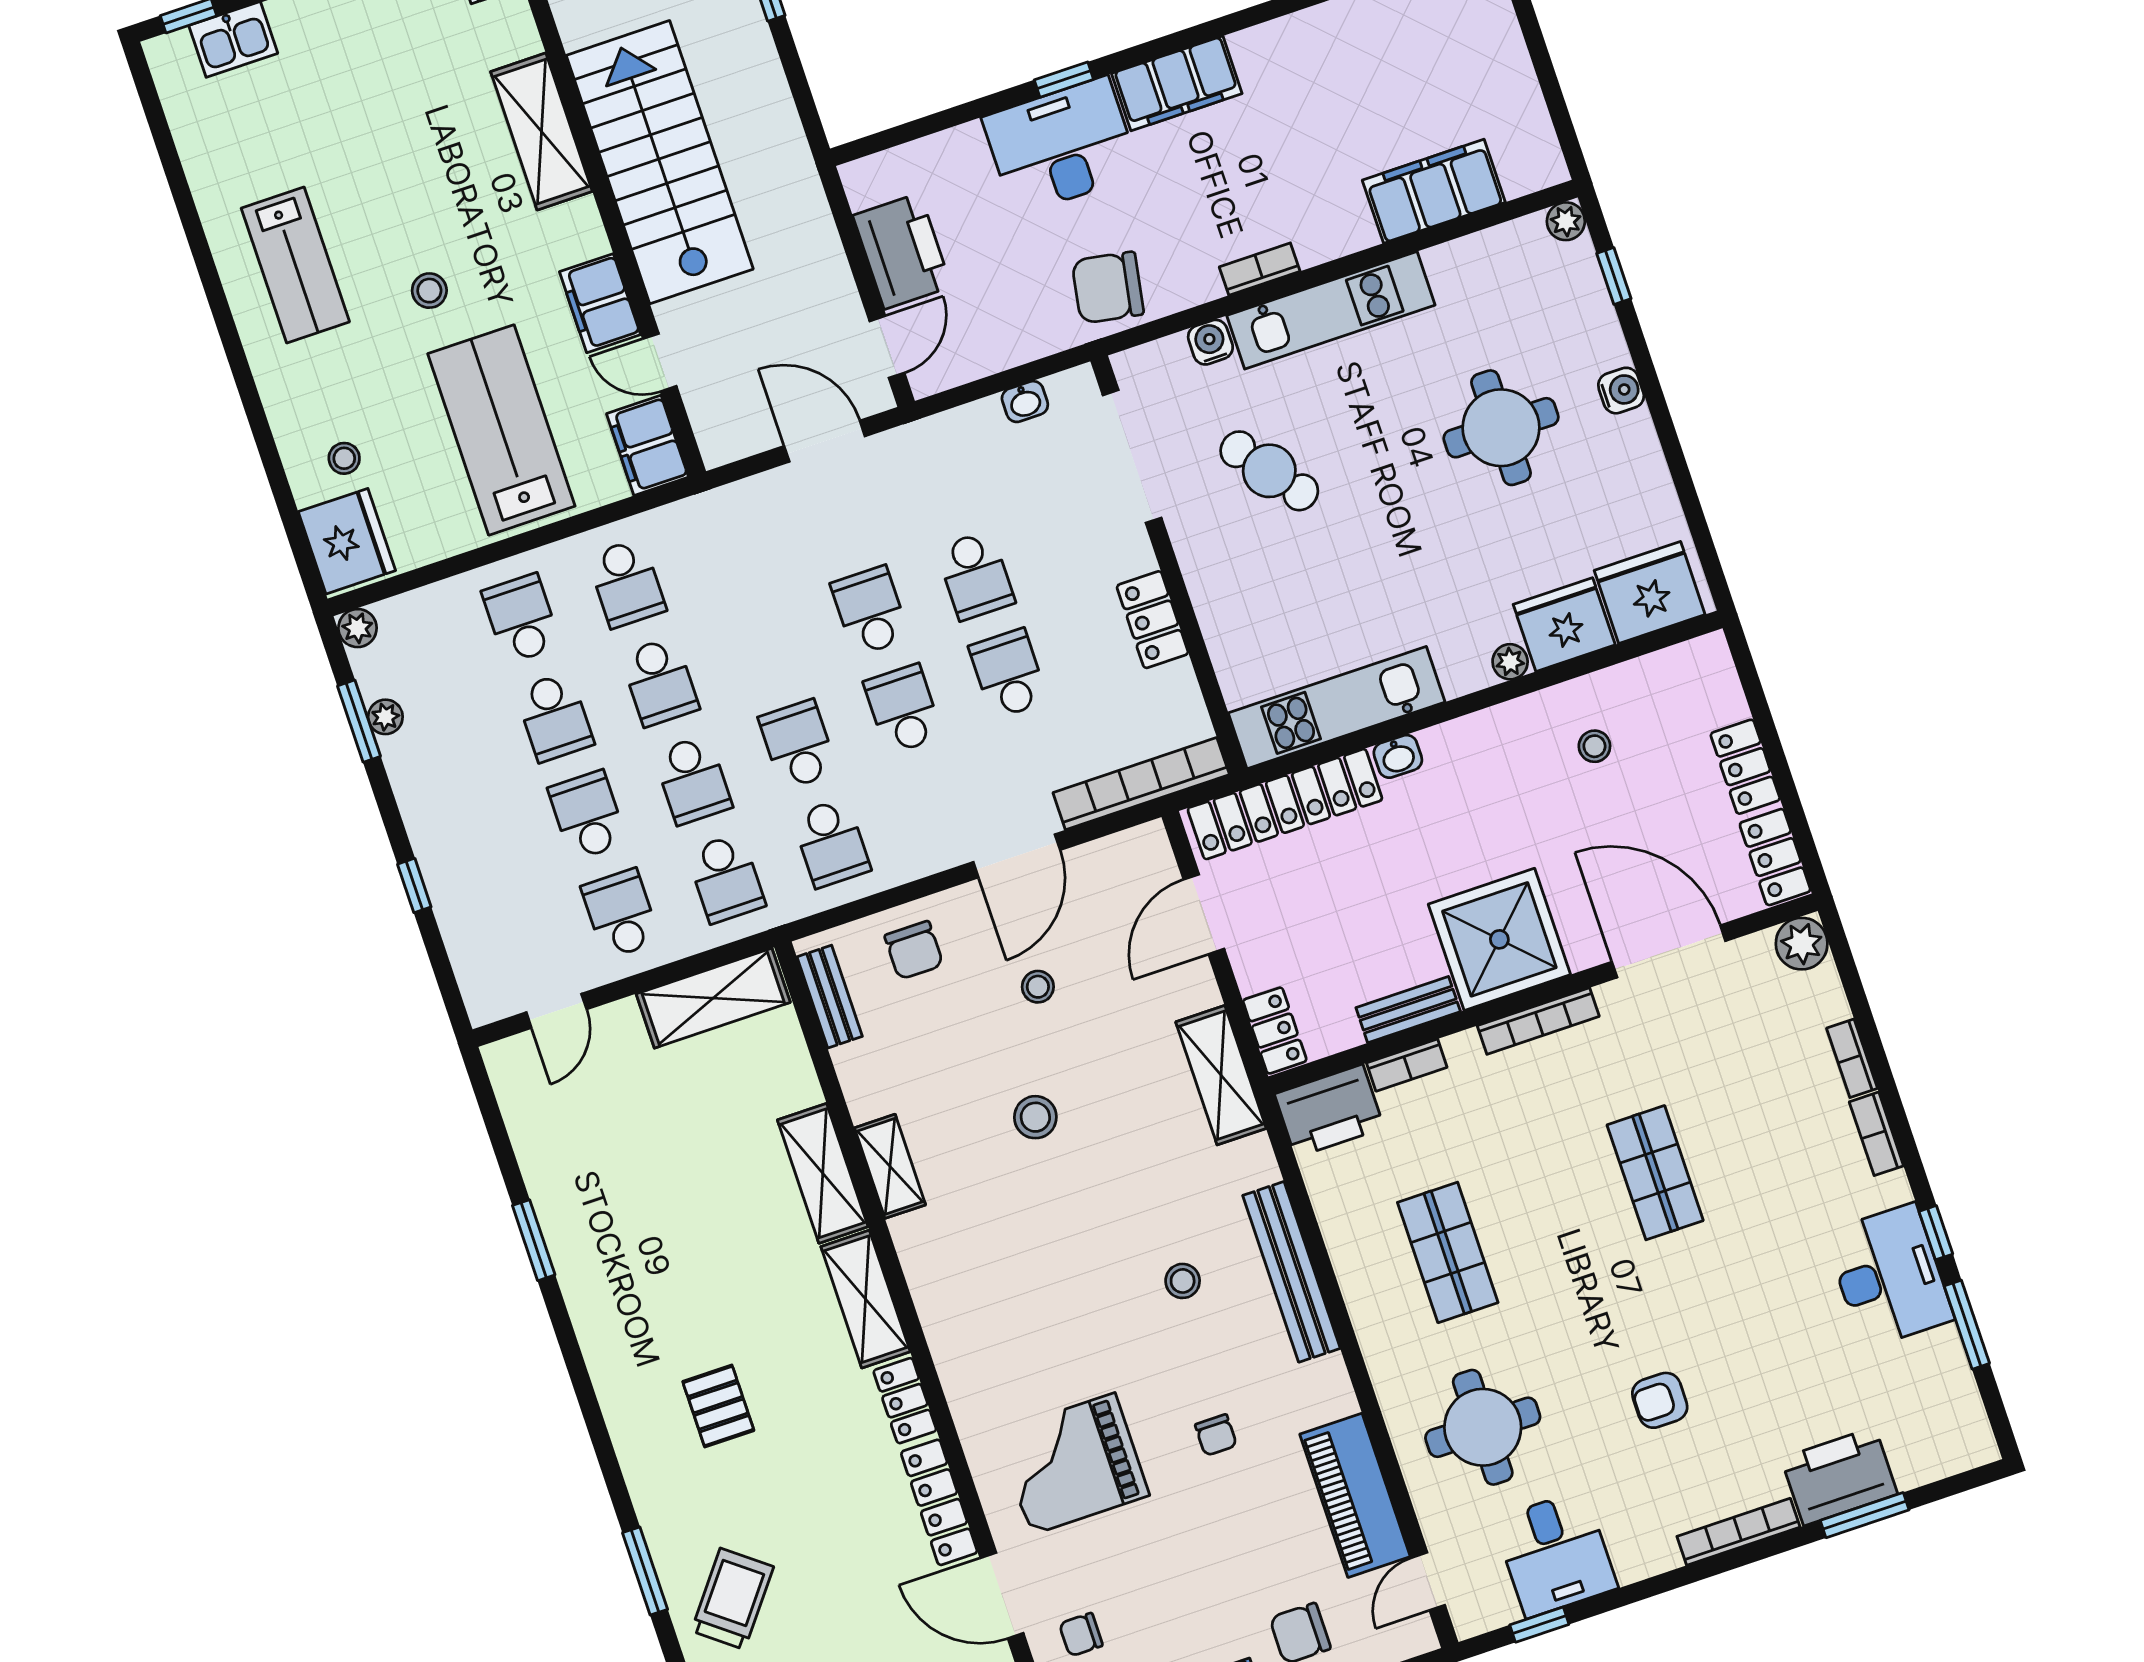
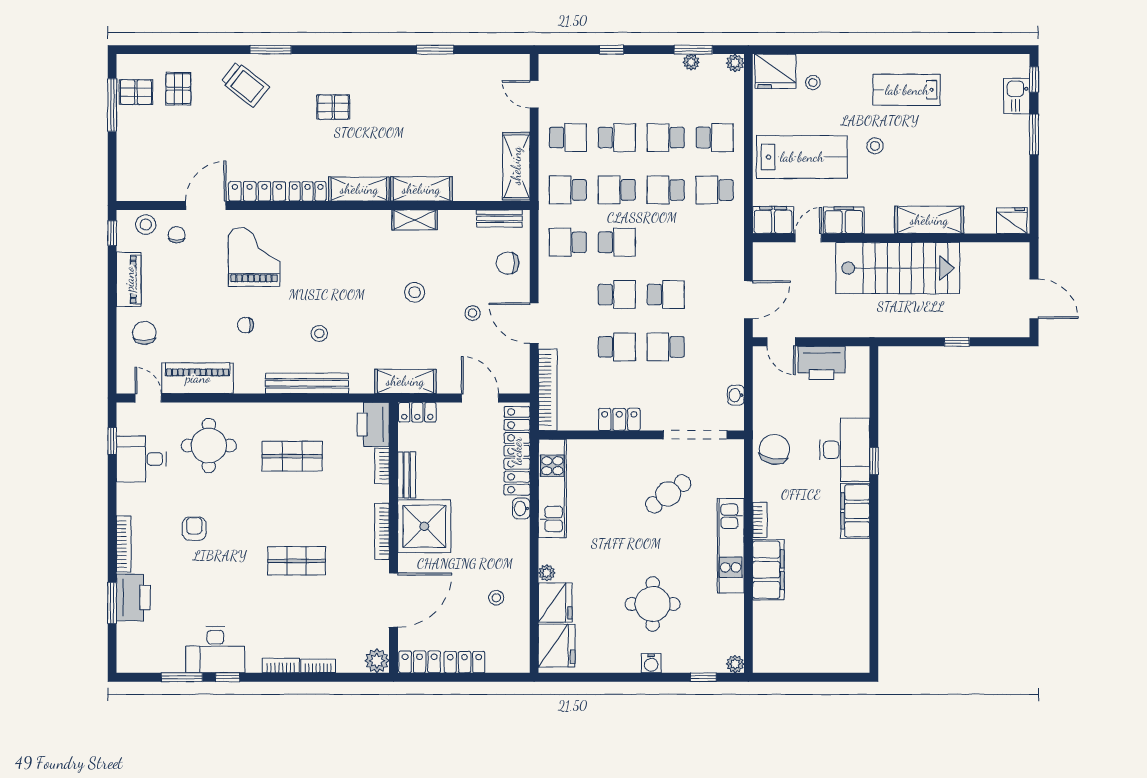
filing cabinet: (1434, 191) -> (768, 570), moved
water cooler: (1210, 342) -> (735, 487), removed

